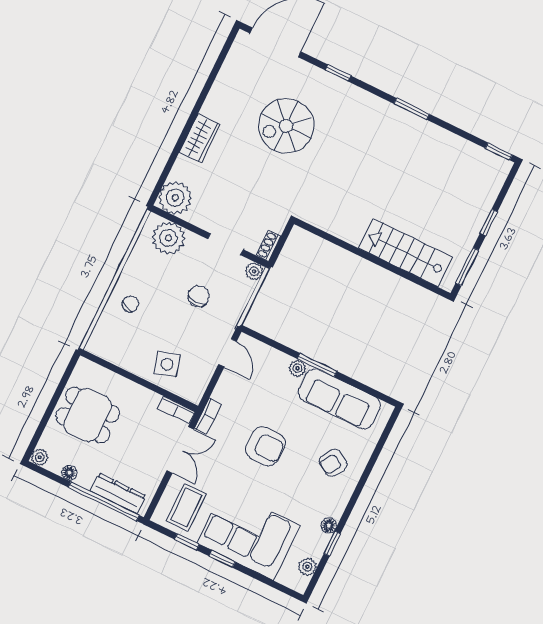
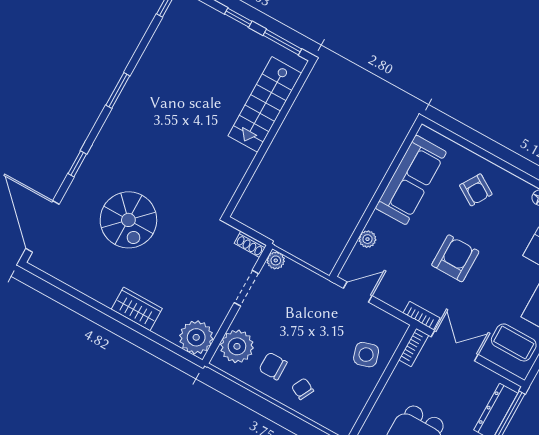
chair: (199, 296) -> (273, 366), moved
window: (317, 365) -> (375, 201), removed
plant: (297, 368) -> (367, 239), moved

